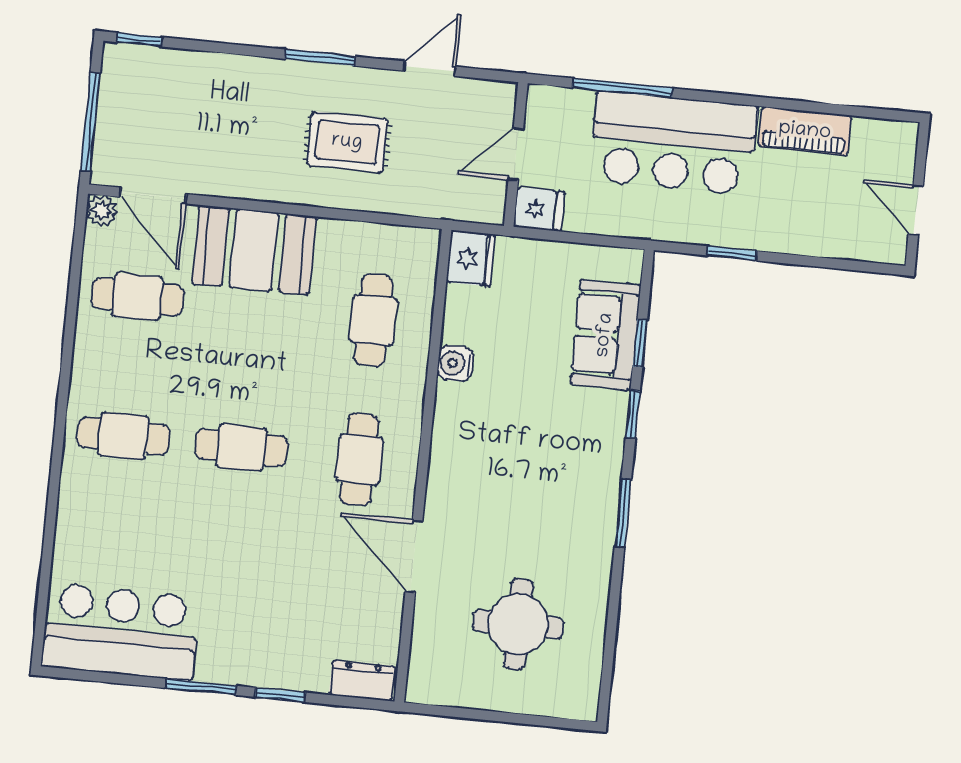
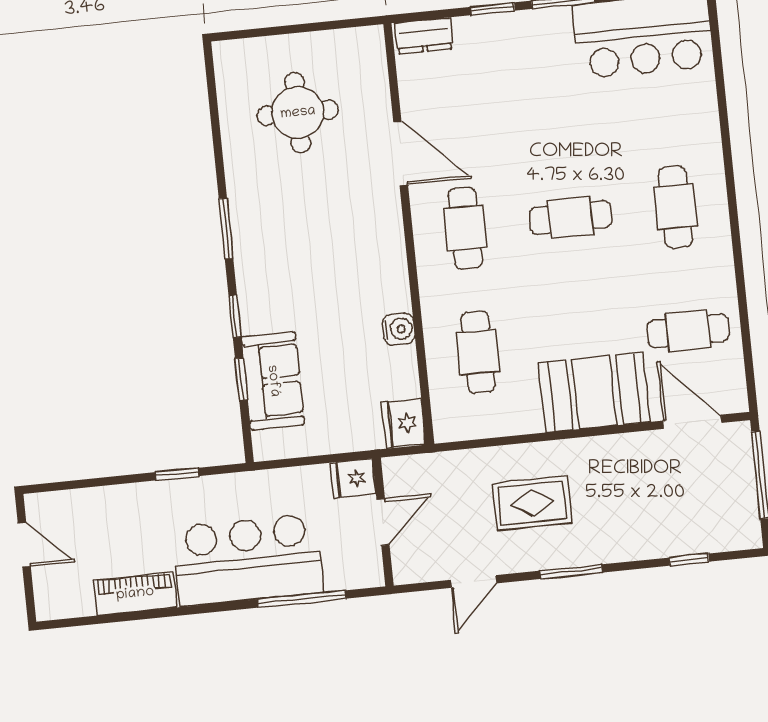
window: (139, 40) -> (689, 560), moved
plant: (102, 211) -> (734, 399), removed
cafe table: (123, 436) -> (675, 207), turned 90

